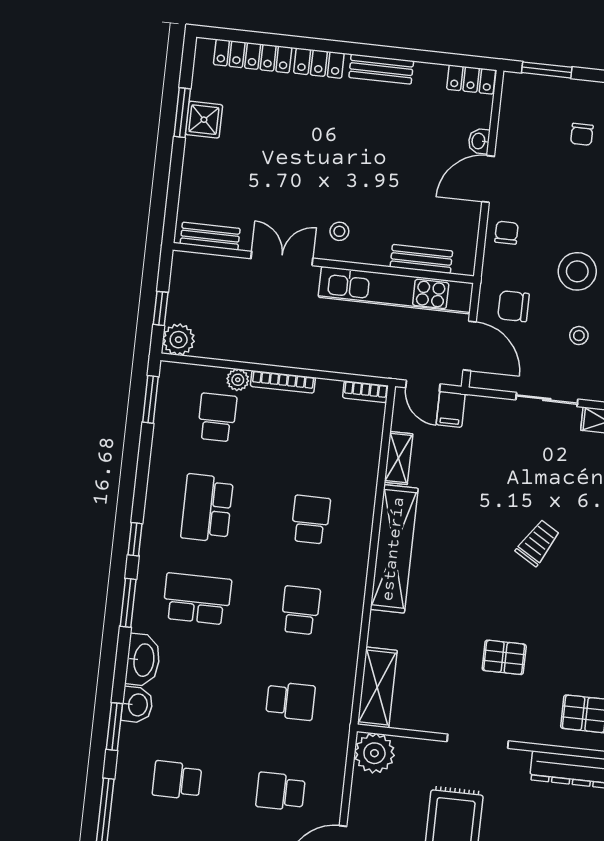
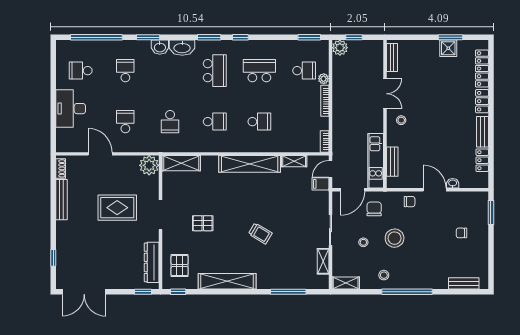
locker: (471, 80) -> (482, 160), moved
kitchen unit: (396, 290) -> (376, 161), width x0.73
pallet: (504, 657) -> (203, 223), turned 90

